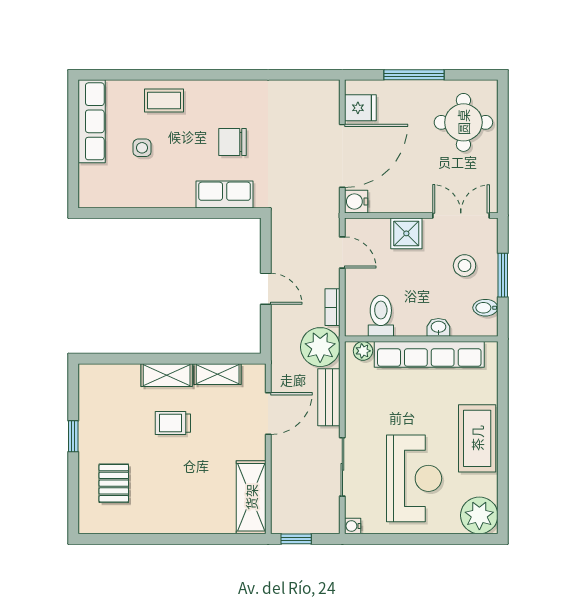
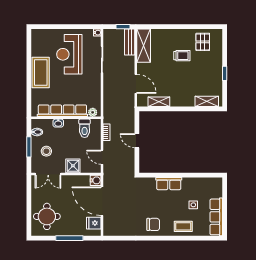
chair: (233, 142) -> (153, 224), moved
door: (342, 156) -> (102, 201), hinge flipped
row of seats: (225, 194) -> (169, 184), moved
plant: (320, 347) -> (112, 114), removed
shelving: (167, 375) -> (207, 101), moved
bench: (329, 397) -> (130, 42), moved
door: (268, 414) -> (136, 84), swing flipped
trolley: (173, 423) -> (182, 56), moved
pallet: (114, 483) -> (203, 42), moved
plant: (479, 515) -> (40, 37), removed

